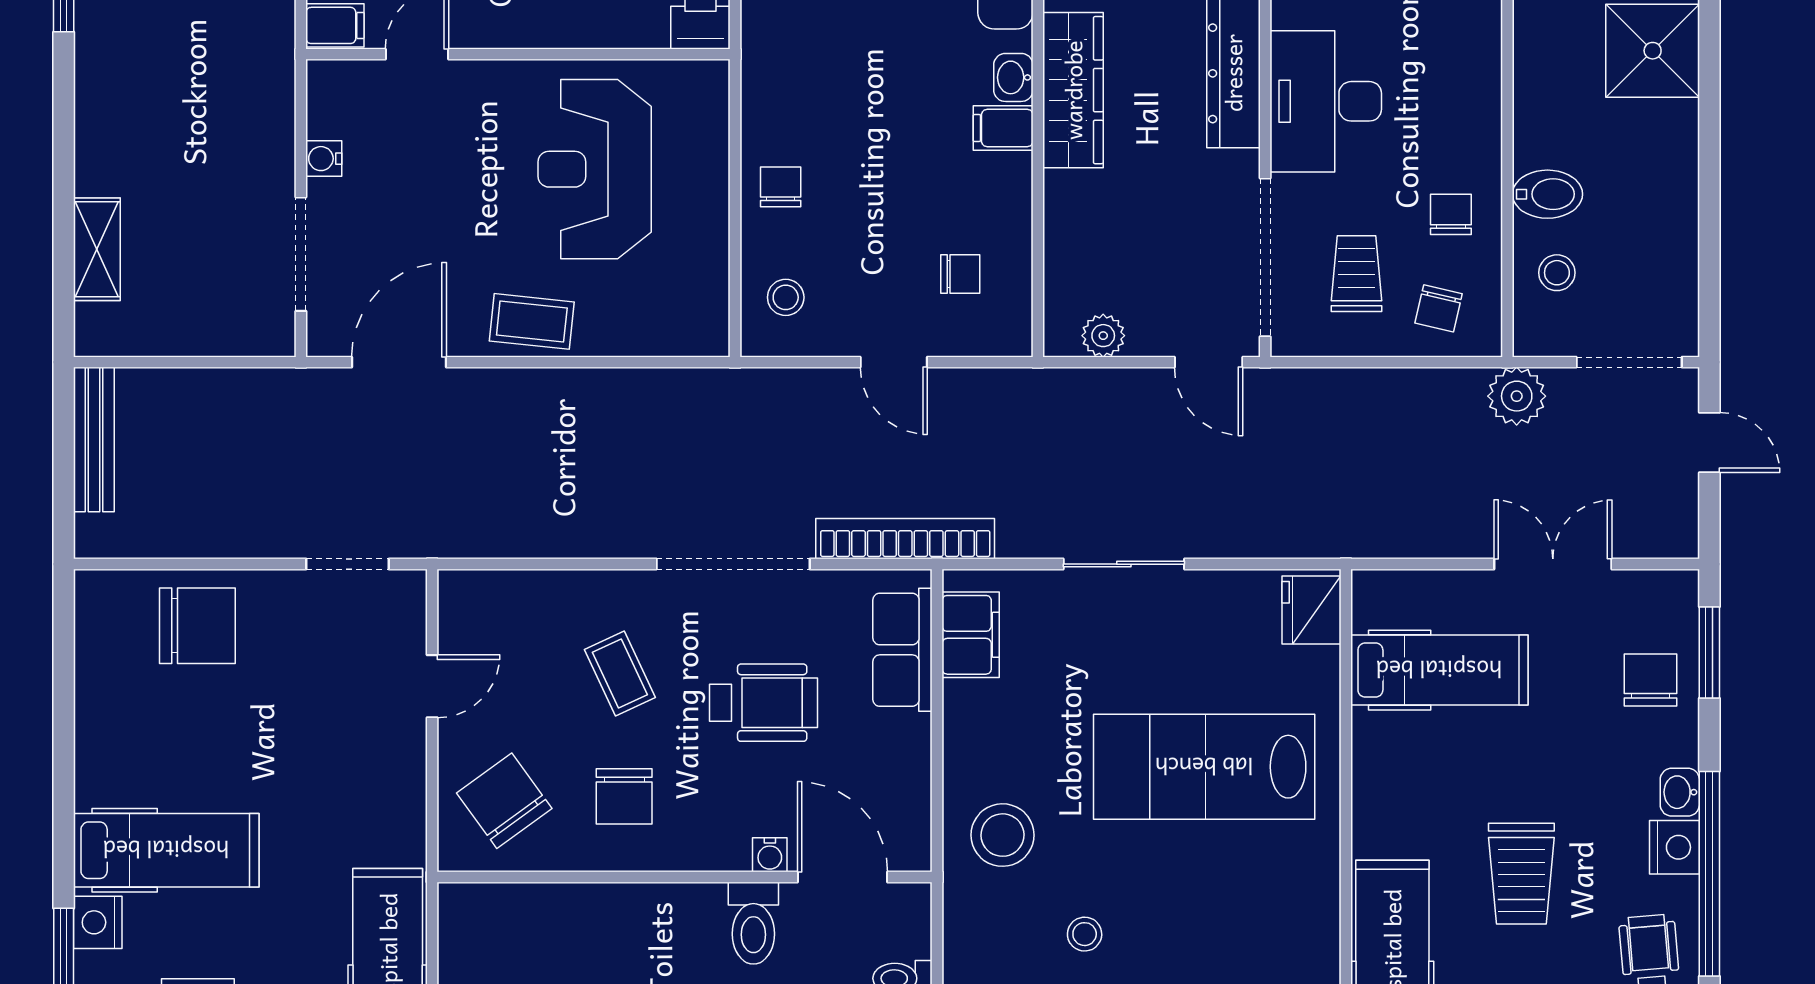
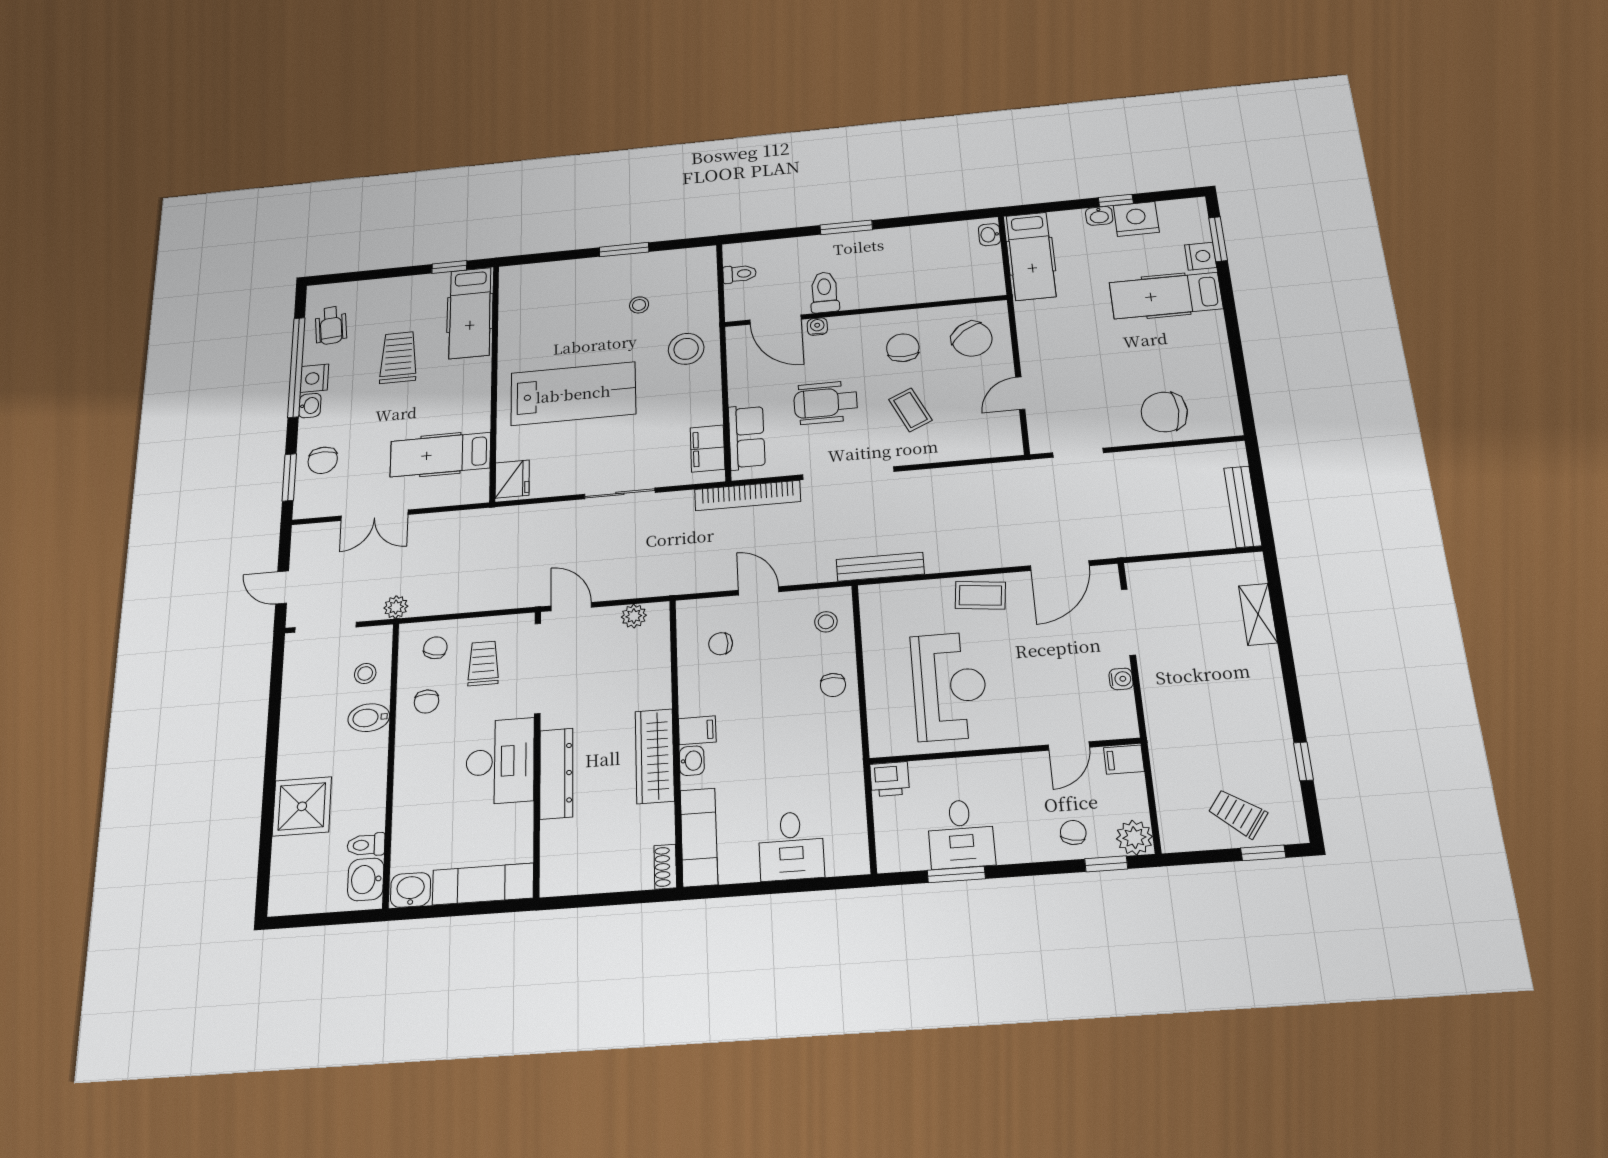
trolley: (1356, 274) -> (483, 663), turned 180
bench: (691, 387) -> (880, 567), added
plant: (1517, 396) -> (396, 607), width x0.73, depth x0.73

